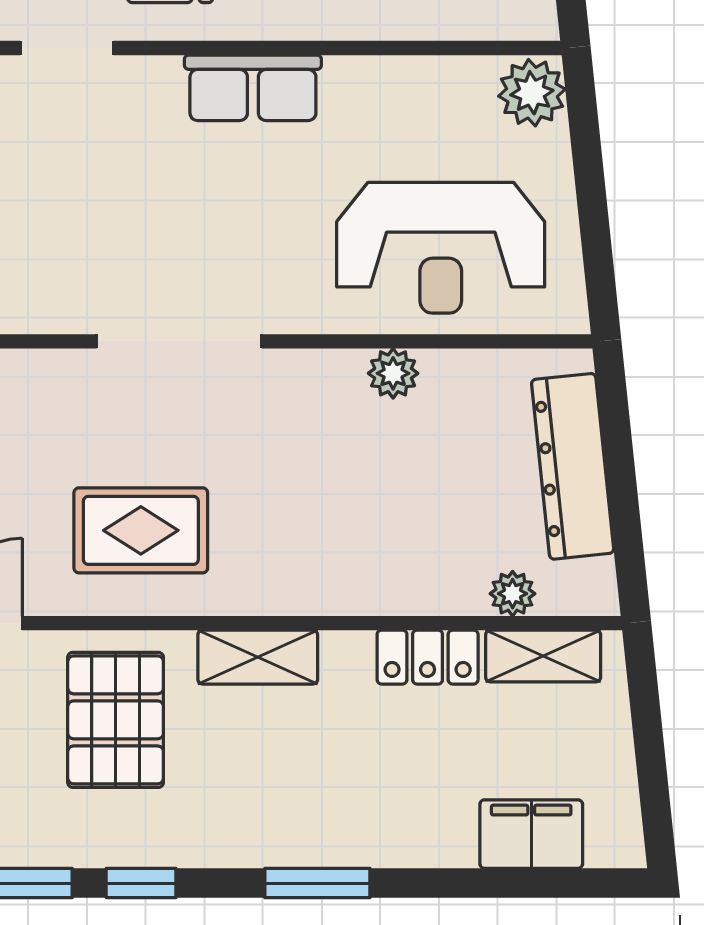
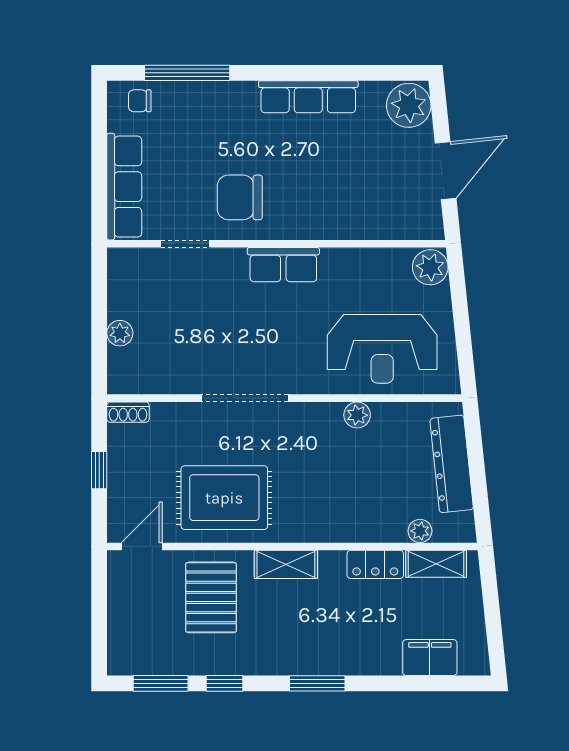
rug: (141, 530) -> (224, 498), width x1.36, depth x1.43

